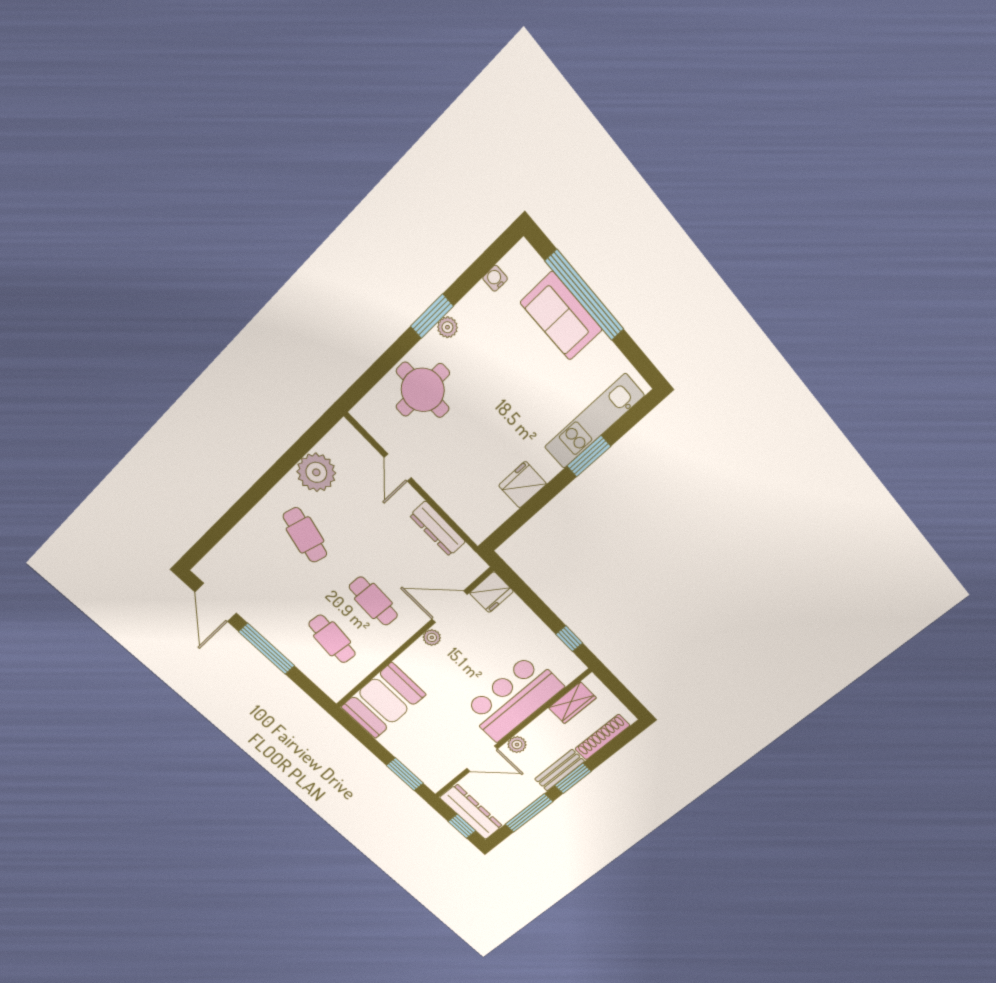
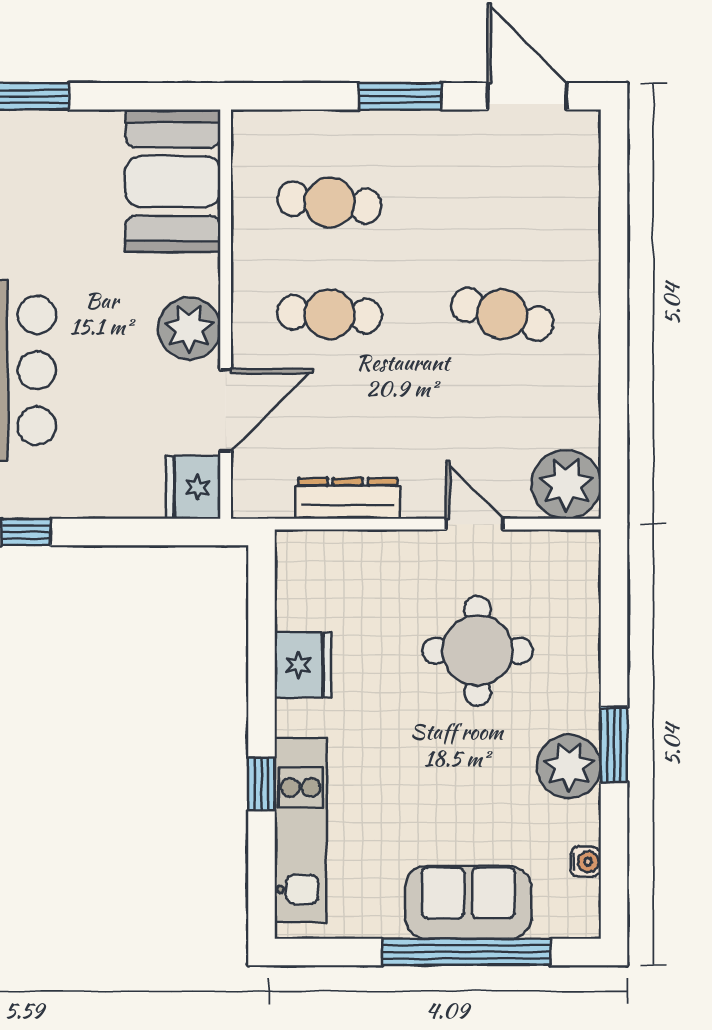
plant: (447, 327) -> (569, 767), width x1.88, depth x1.88
round table: (423, 390) -> (478, 651), moved
window: (589, 456) -> (261, 784), width x0.67
plant: (316, 472) -> (566, 484), moved
plant: (432, 637) -> (189, 328), width x1.88, depth x1.88
window: (267, 649) -> (400, 96), width x0.69

